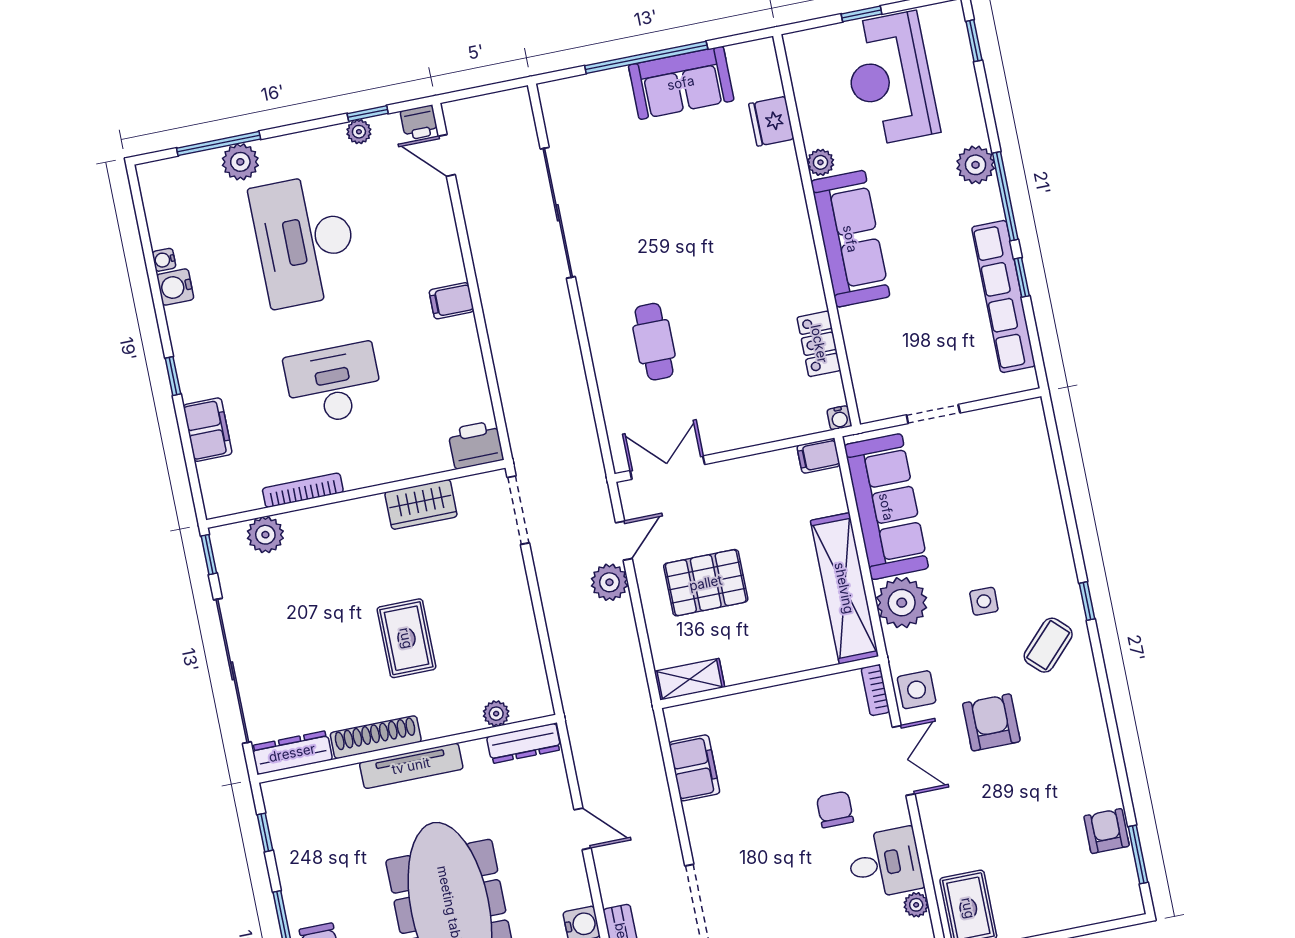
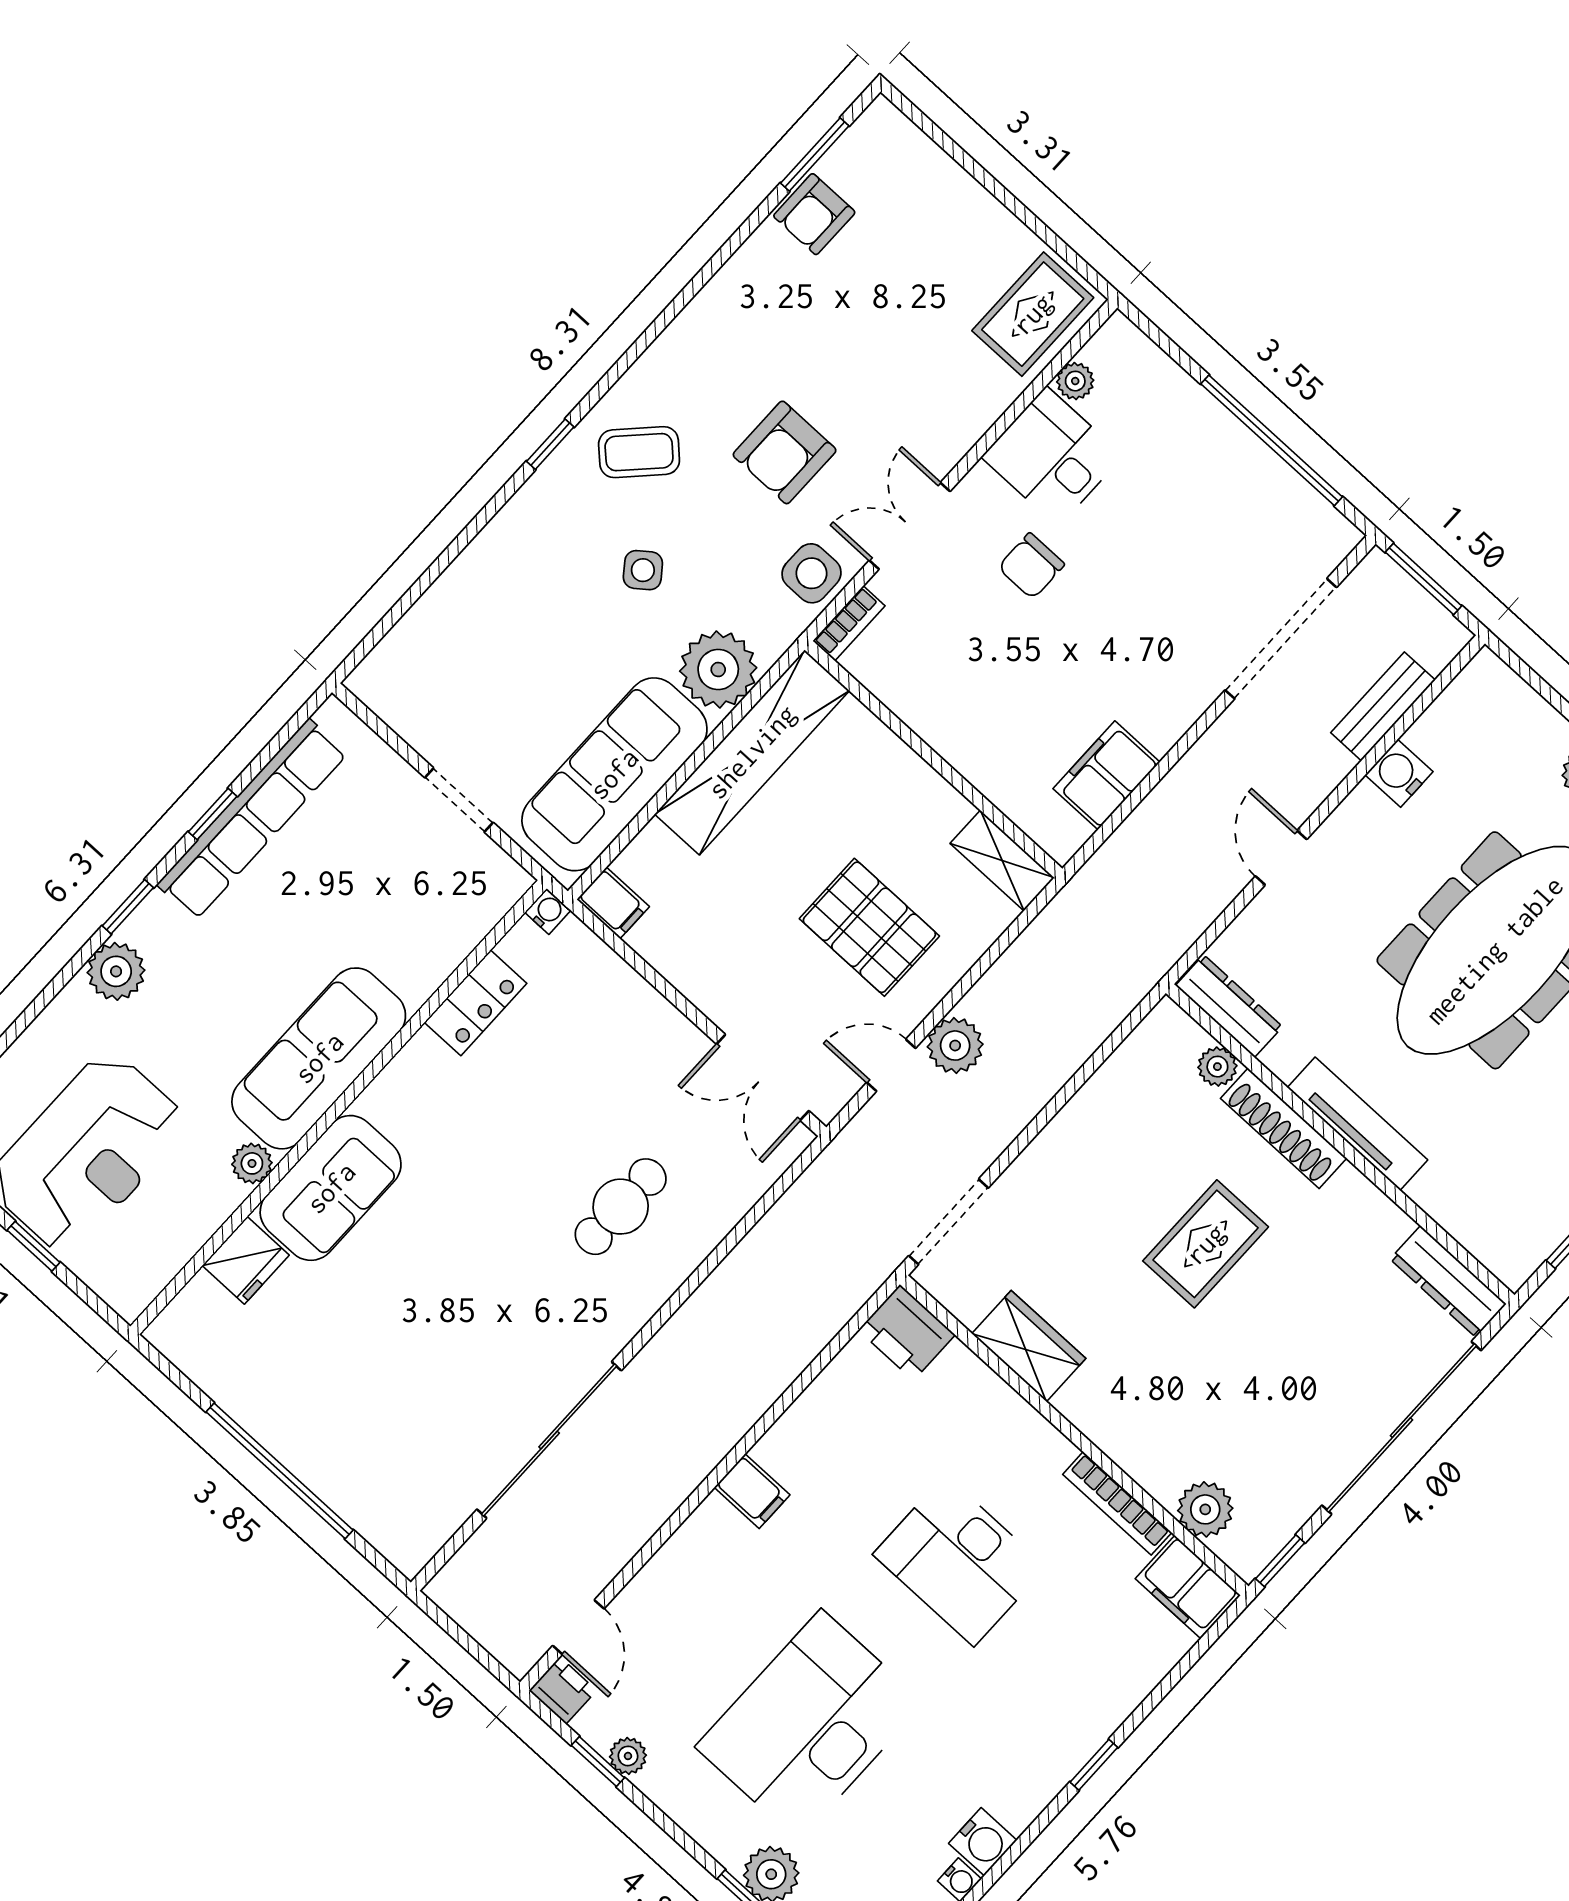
sofa: (681, 83) -> (331, 1188), moved, turned 90
window: (1005, 196) -> (128, 907), width x0.46
desk: (305, 240) -> (810, 1725), turned 180
filing cabinet: (208, 430) -> (1188, 1587), moved, turned -90
side table: (984, 601) -> (643, 570), turned -38
shoe rack: (376, 737) -> (1284, 1128), moved

